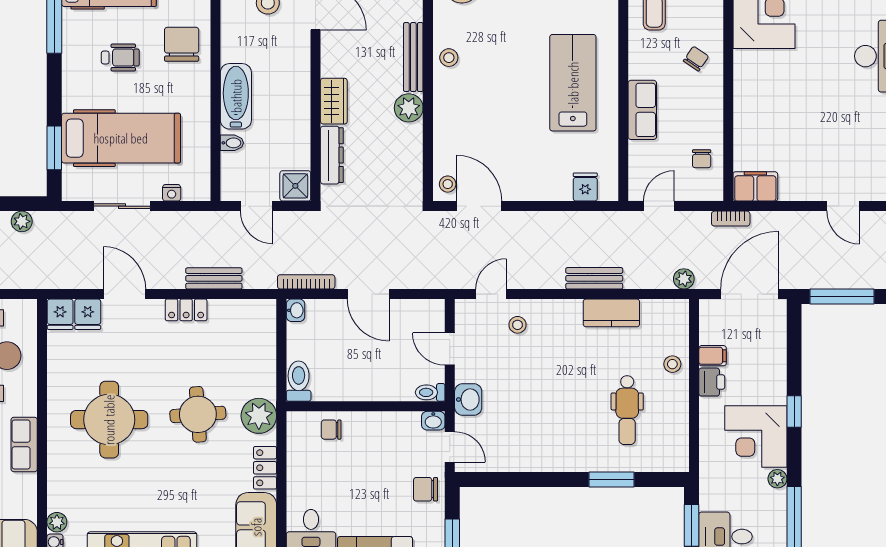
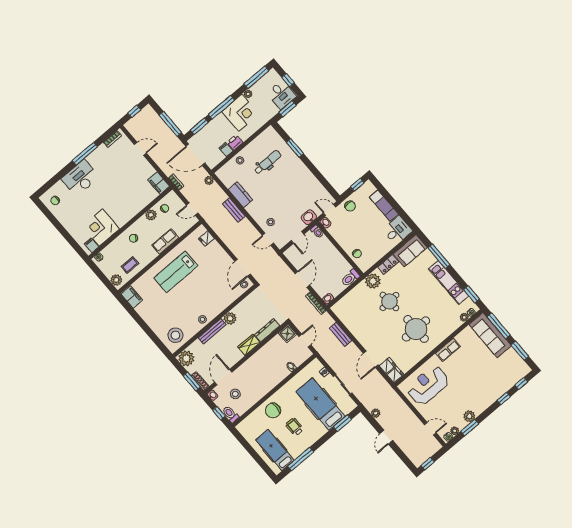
bathtub: (236, 96) -> (275, 378), removed
plant: (711, 125) -> (151, 215), added
door: (843, 206) -> (140, 149), hinge flipped
locker: (186, 310) -> (359, 335), removed
window: (794, 344) -> (199, 126), added
window: (794, 412) -> (221, 107), width x2.17
door: (450, 447) -> (329, 210), hinge flipped

